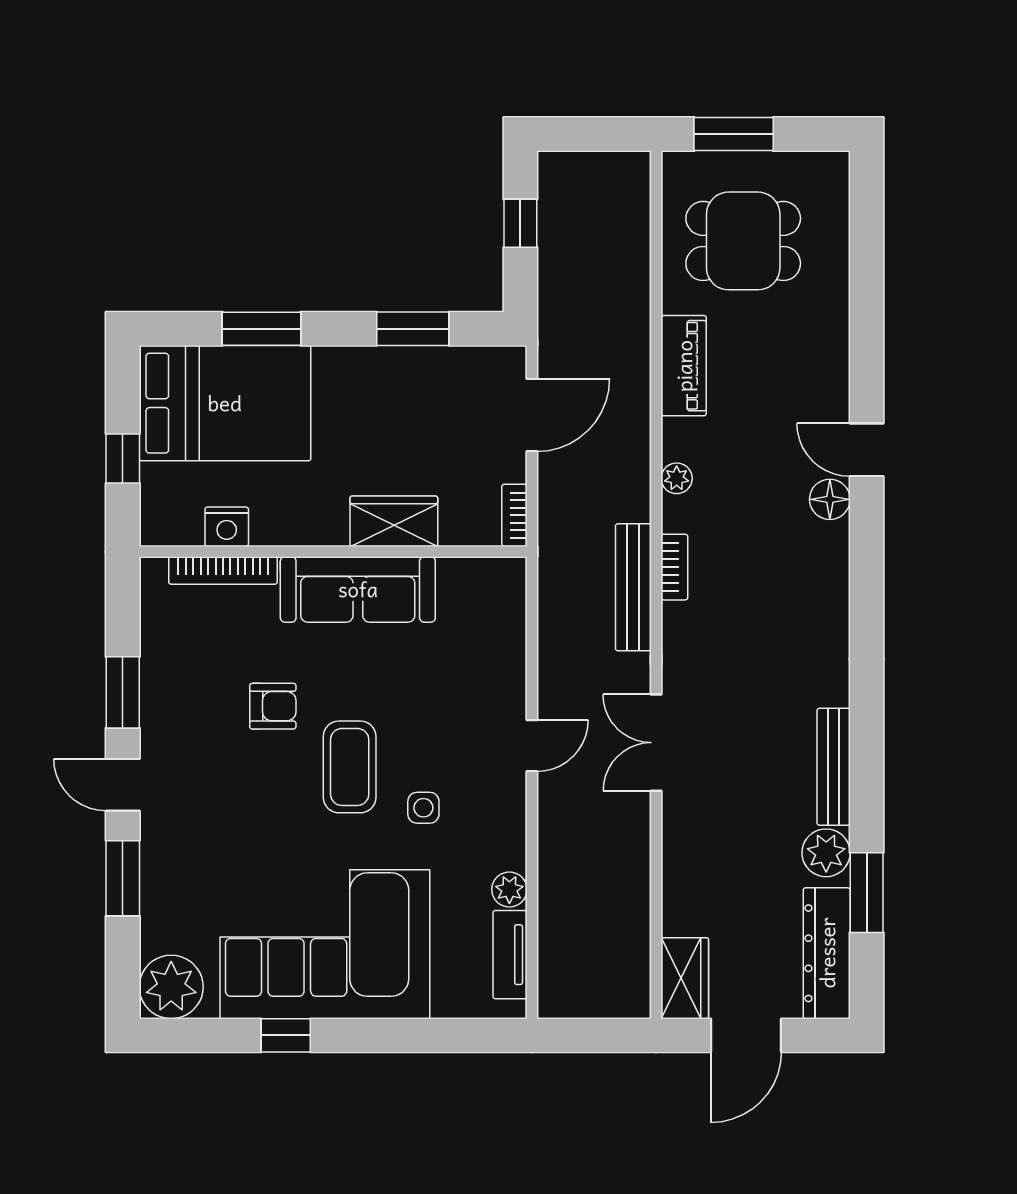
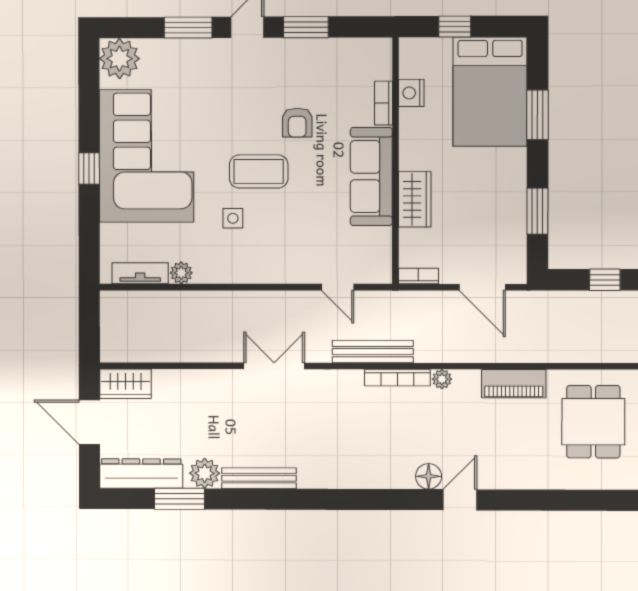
bookcase: (674, 567) -> (397, 378), width x1.56
bookcase: (223, 570) -> (383, 103), width x0.64
door: (532, 746) -> (338, 287), moved
window: (286, 1035) -> (89, 169), moved

